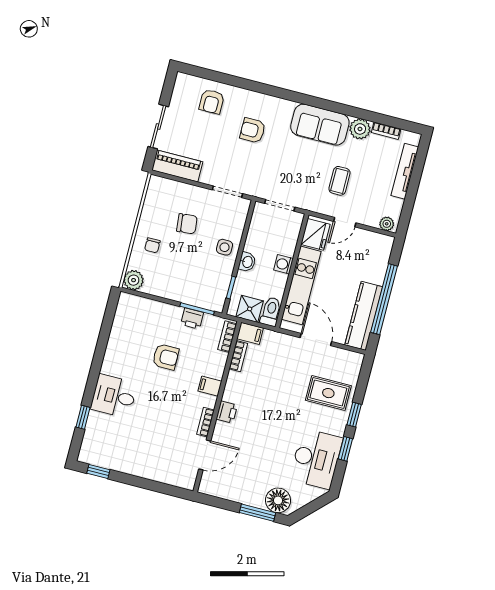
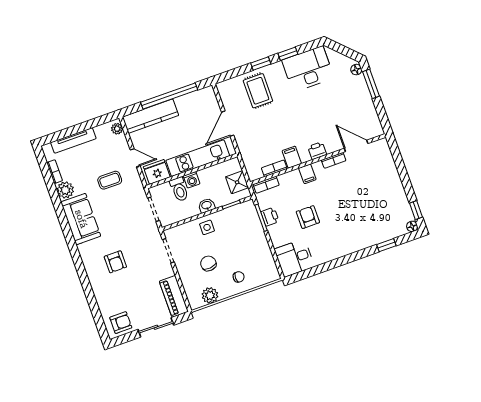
armchair: (212, 102) -> (121, 323), moved
plant: (134, 280) -> (210, 295), moved
toilet: (271, 312) -> (179, 189), moved, turned -90
kitchen counter: (364, 316) -> (150, 116), moved
filing cabinet: (250, 333) -> (292, 157), moved
desk: (114, 396) -> (294, 258), moved, turned 90
floor lamp: (84, 456) -> (412, 226), added
floor lamp: (278, 500) -> (356, 70), width x0.53, depth x0.53

